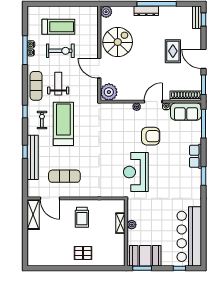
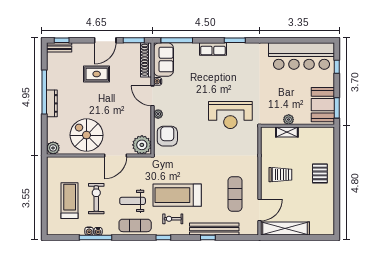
armchair: (151, 136) -> (167, 136), moved
shelving: (33, 215) -> (285, 229), width x1.47

